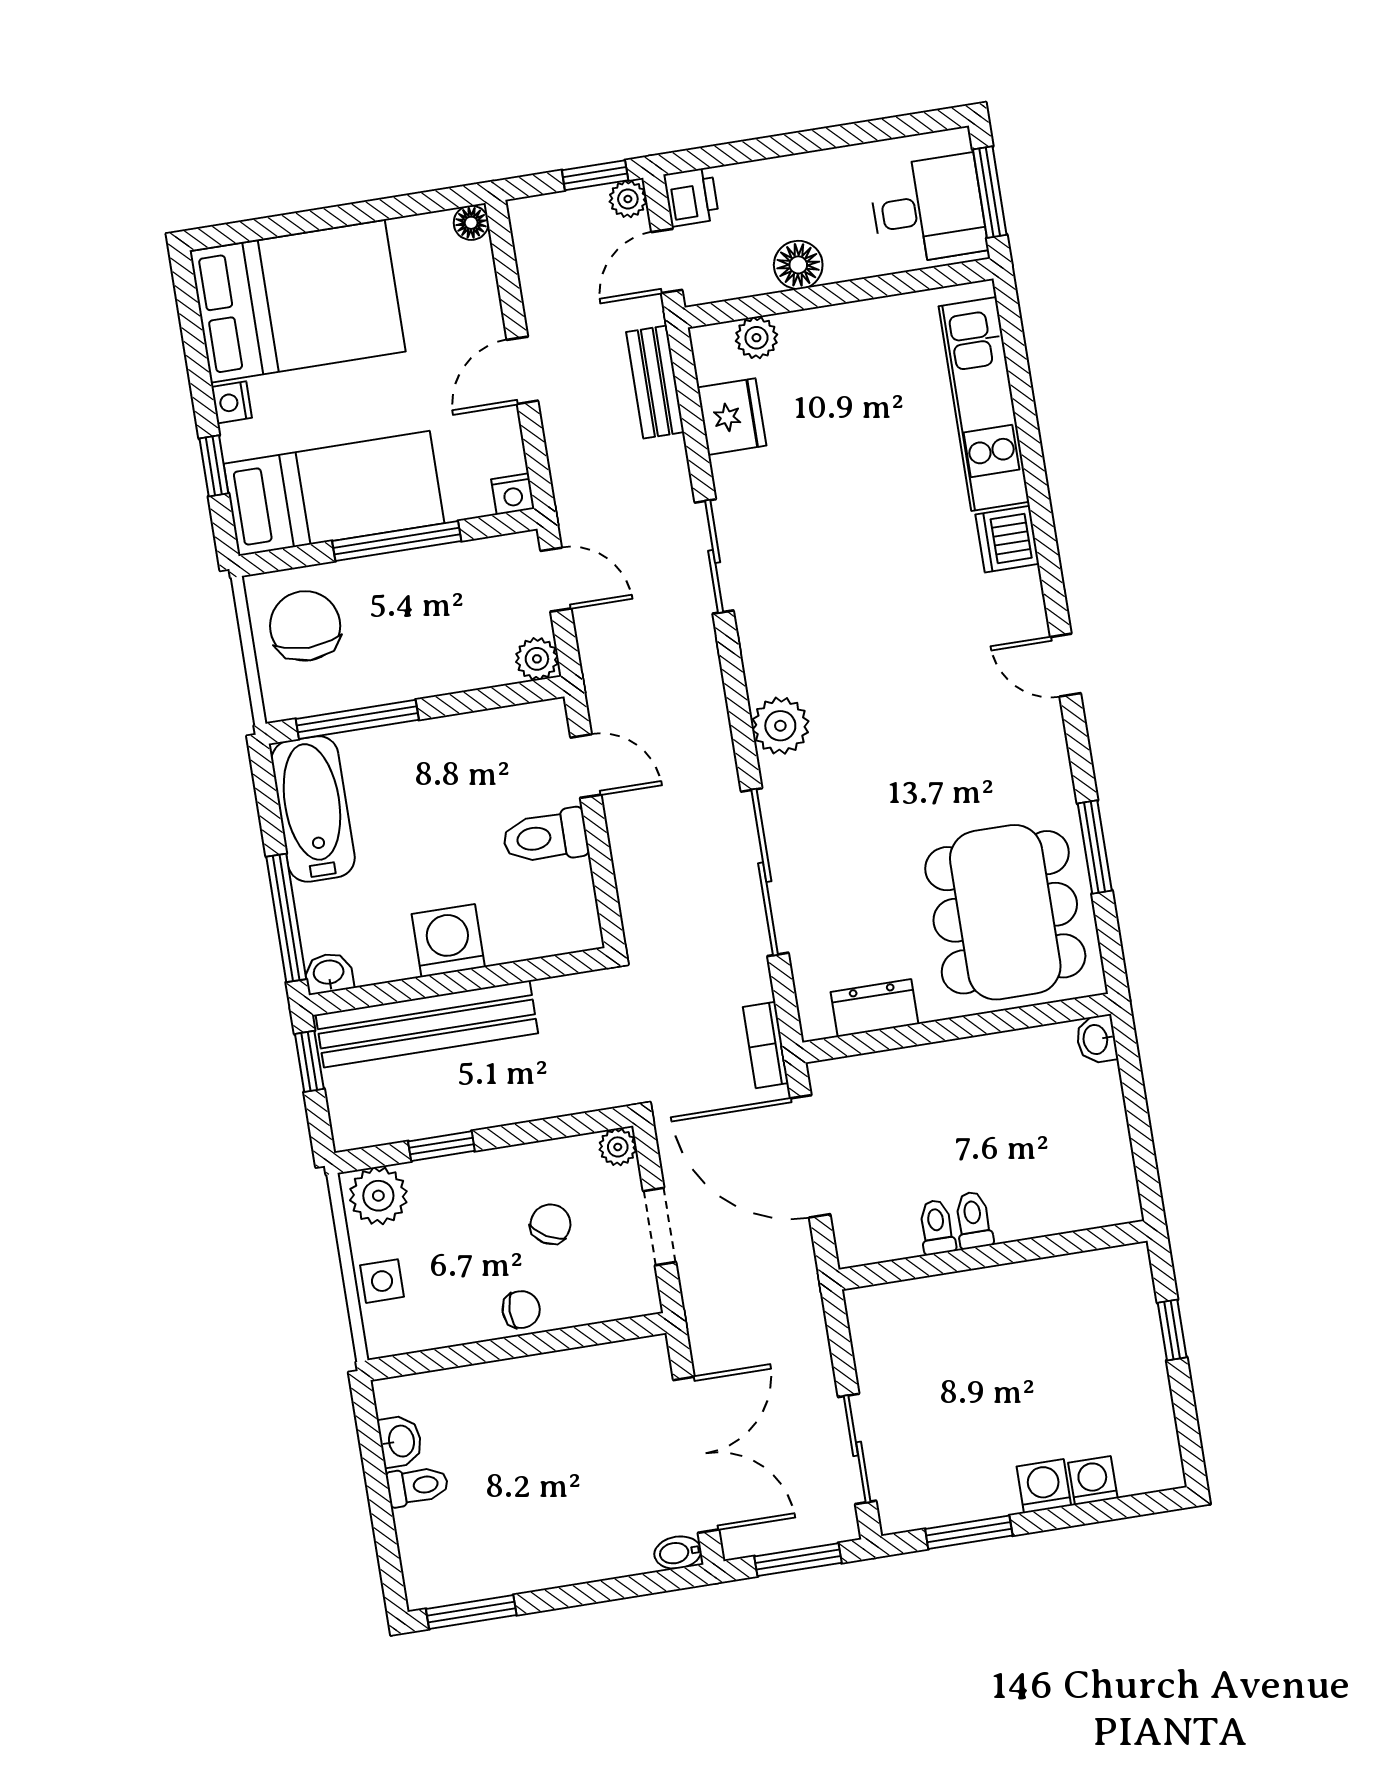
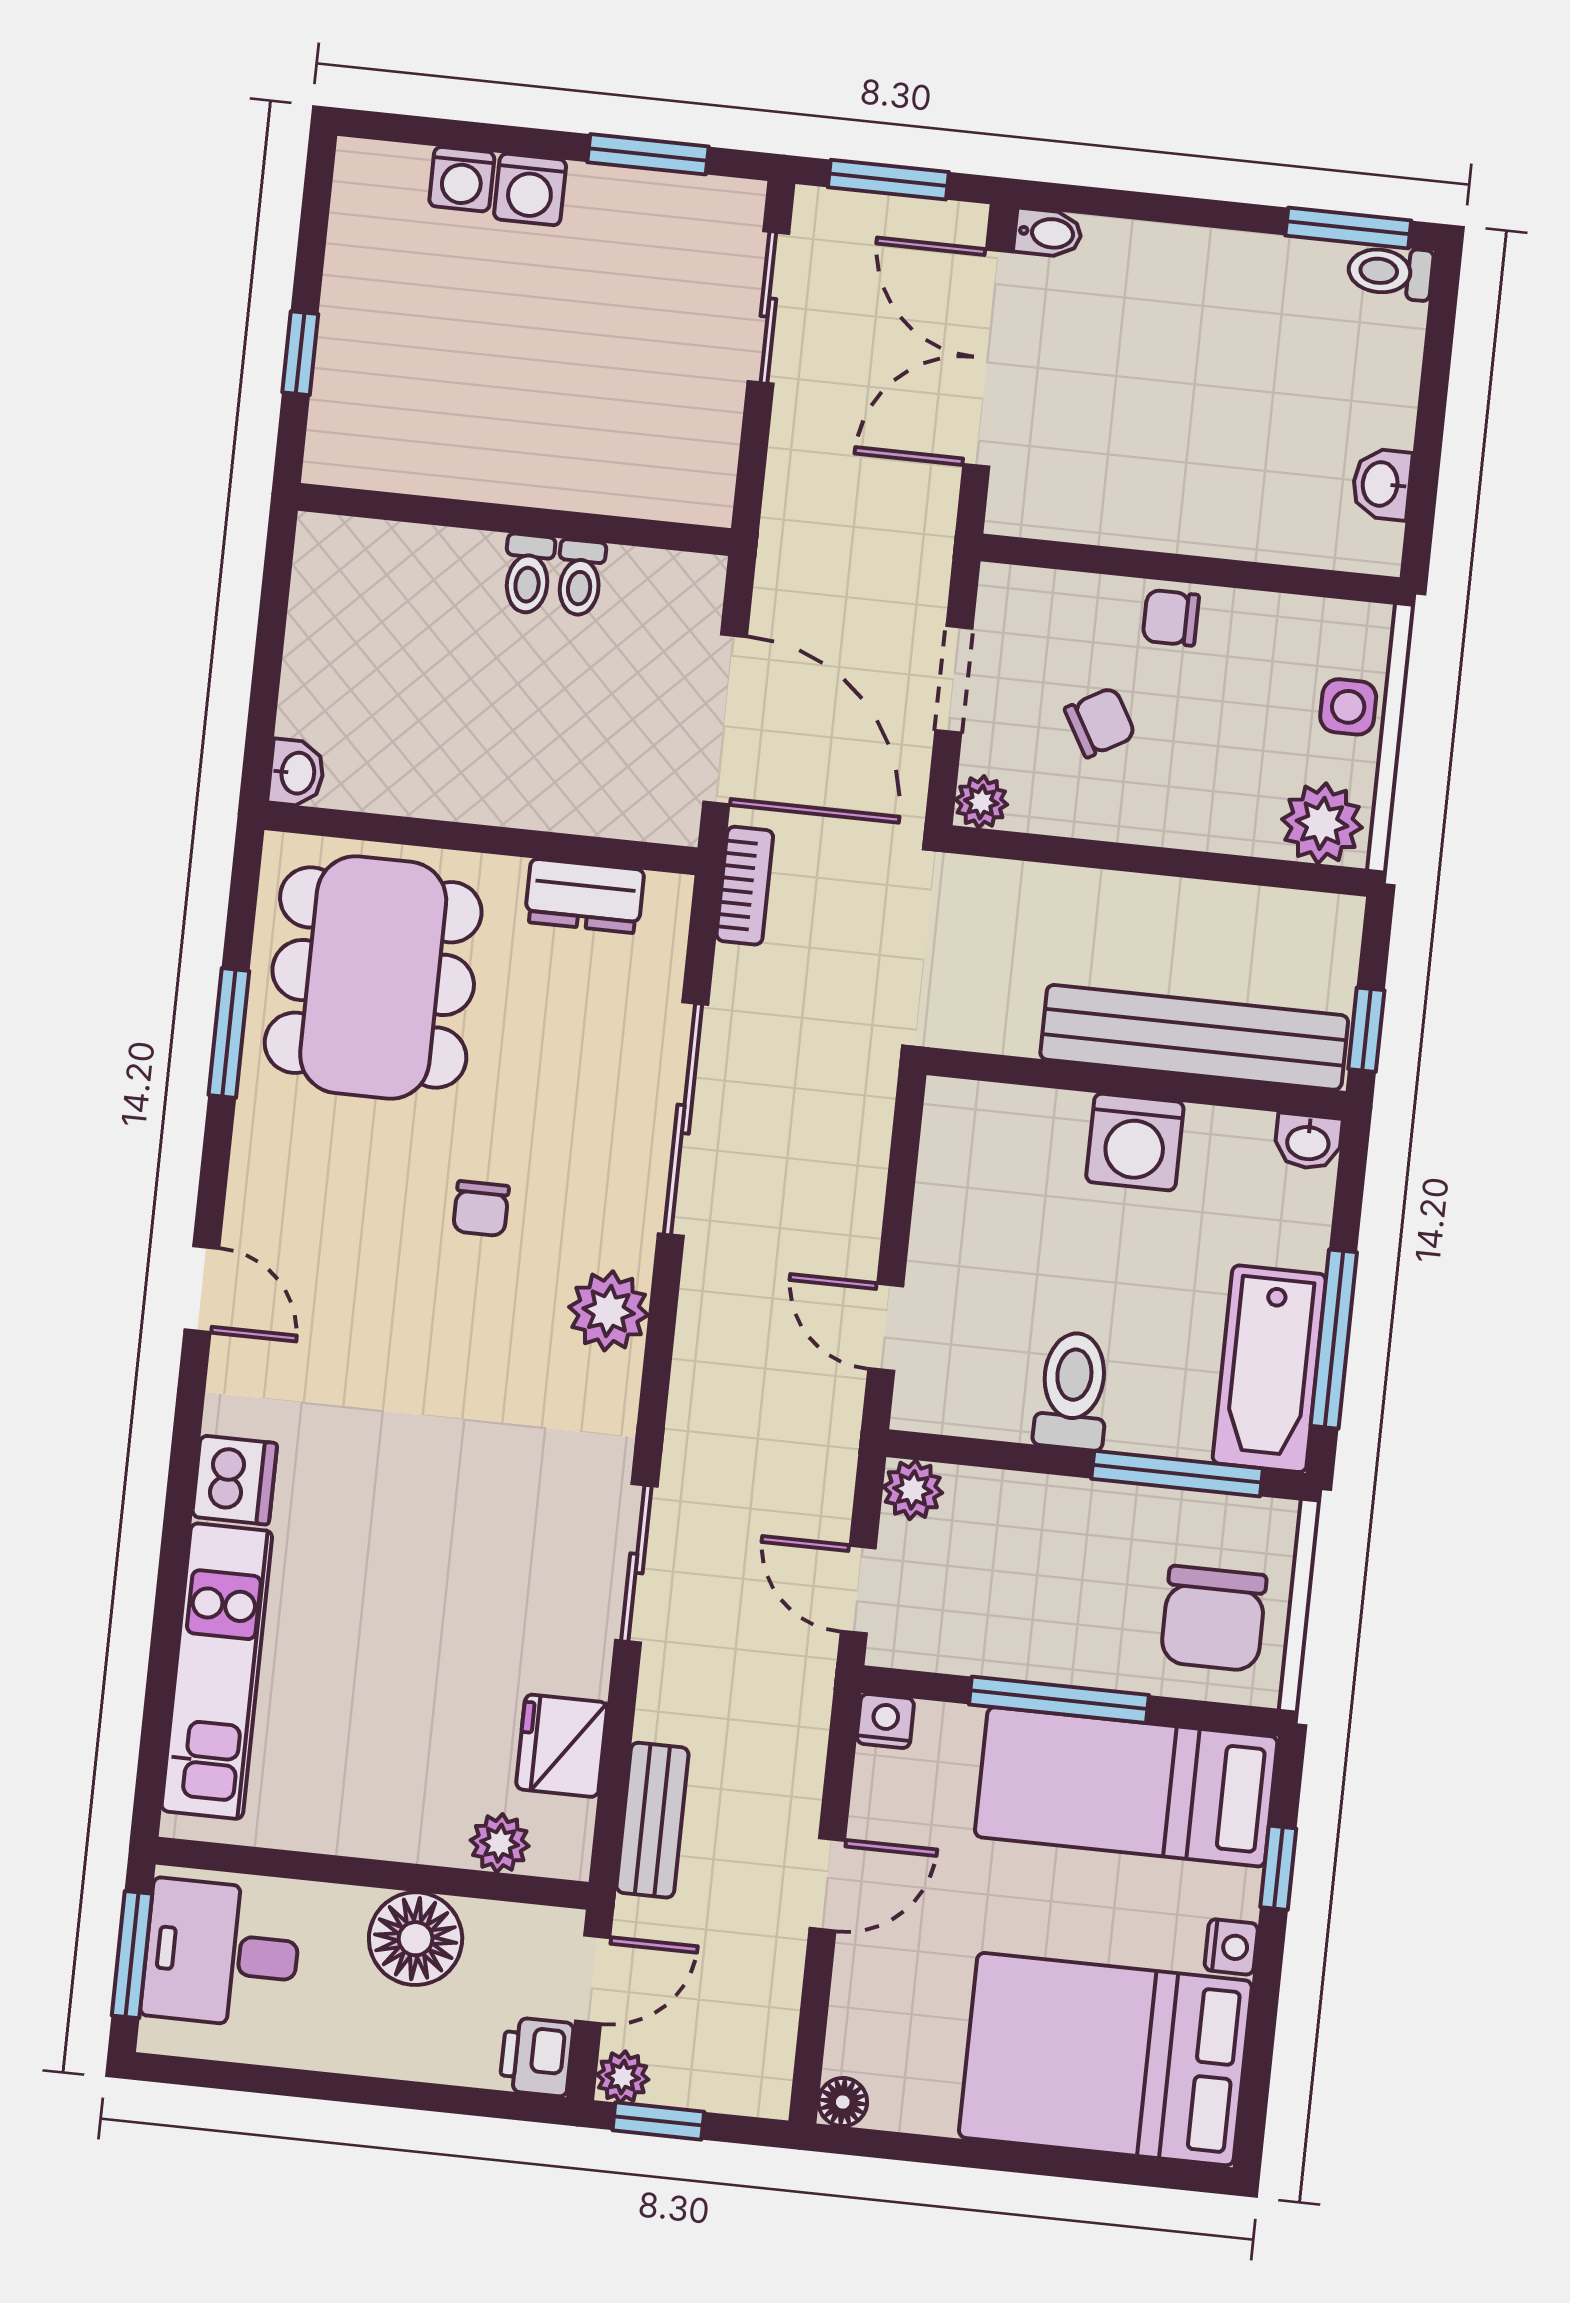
floor lamp: (798, 265) -> (416, 1939), width x1.38, depth x1.38
chair: (888, 773) -> (481, 1209), added
toilet: (545, 837) -> (1073, 1391), moved, turned -90
window: (286, 918) -> (1334, 1339), moved
window: (441, 1146) -> (1219, 867), removed
chair: (550, 1224) -> (1100, 722), turned -150
toilet: (417, 1486) -> (1390, 272), moved

